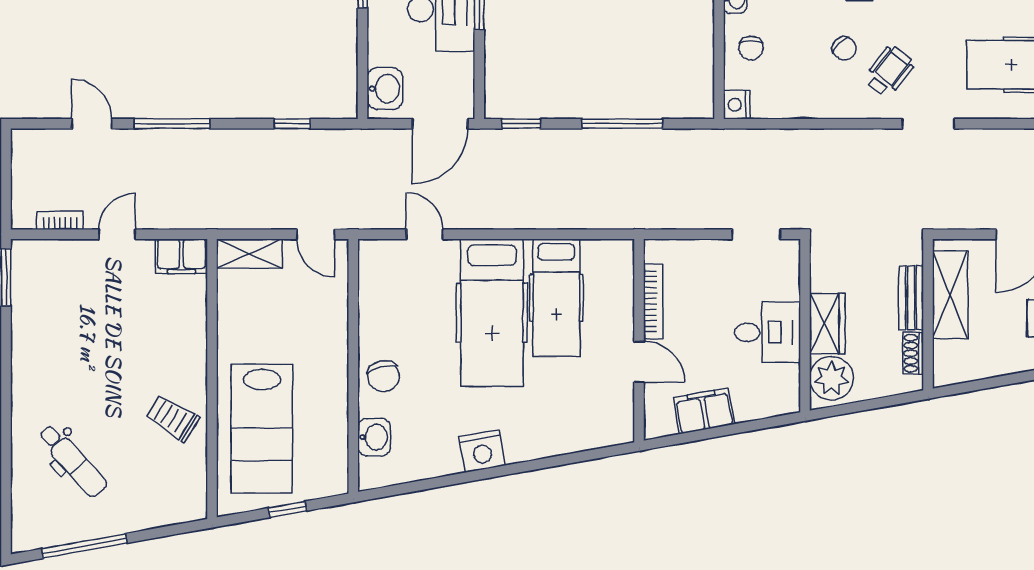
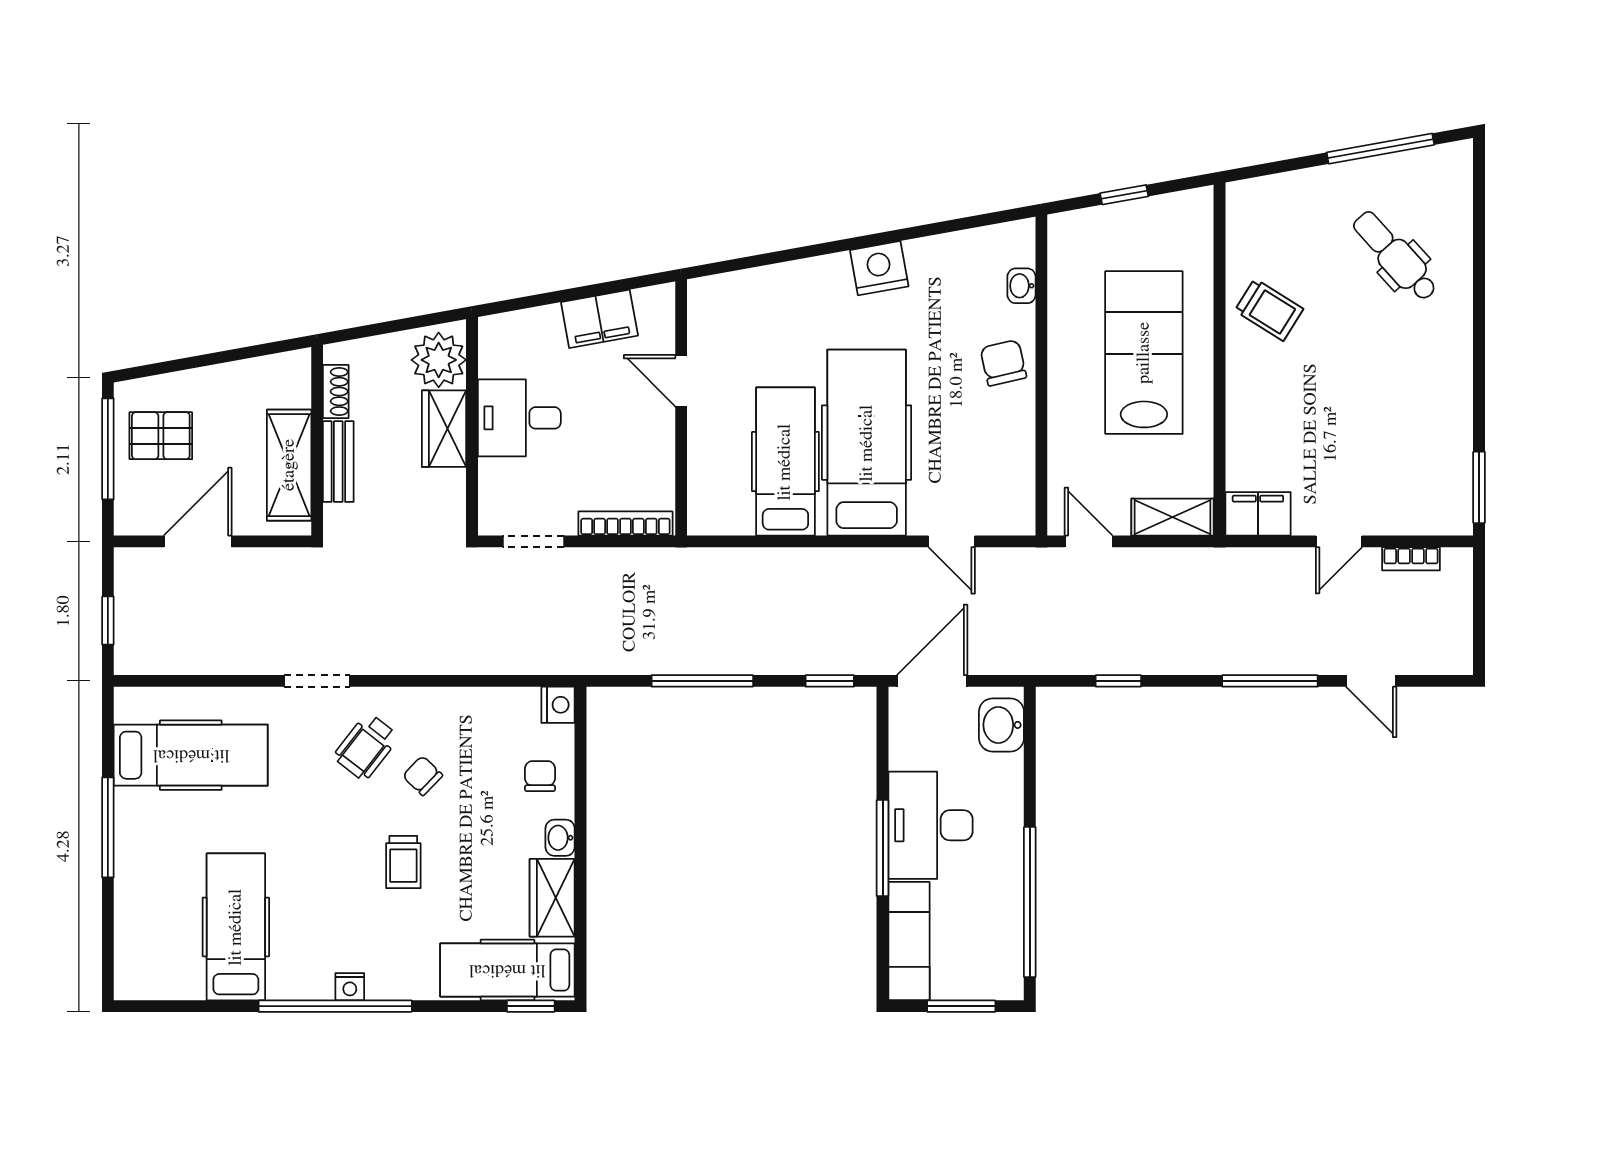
bookcase: (653, 301) -> (625, 524), moved, turned 90
lab bench: (262, 429) -> (1144, 353), moved
washbasin: (374, 437) -> (1021, 286), width x0.72, depth x0.69

